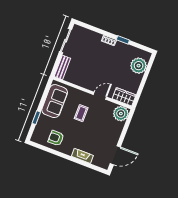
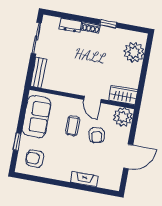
dresser: (94, 36) -> (71, 25), added
door: (100, 96) -> (92, 99), swing flipped
armchair: (98, 124) -> (97, 135), added
armchair: (56, 138) -> (35, 159), moved
door: (115, 155) -> (128, 157), moved

